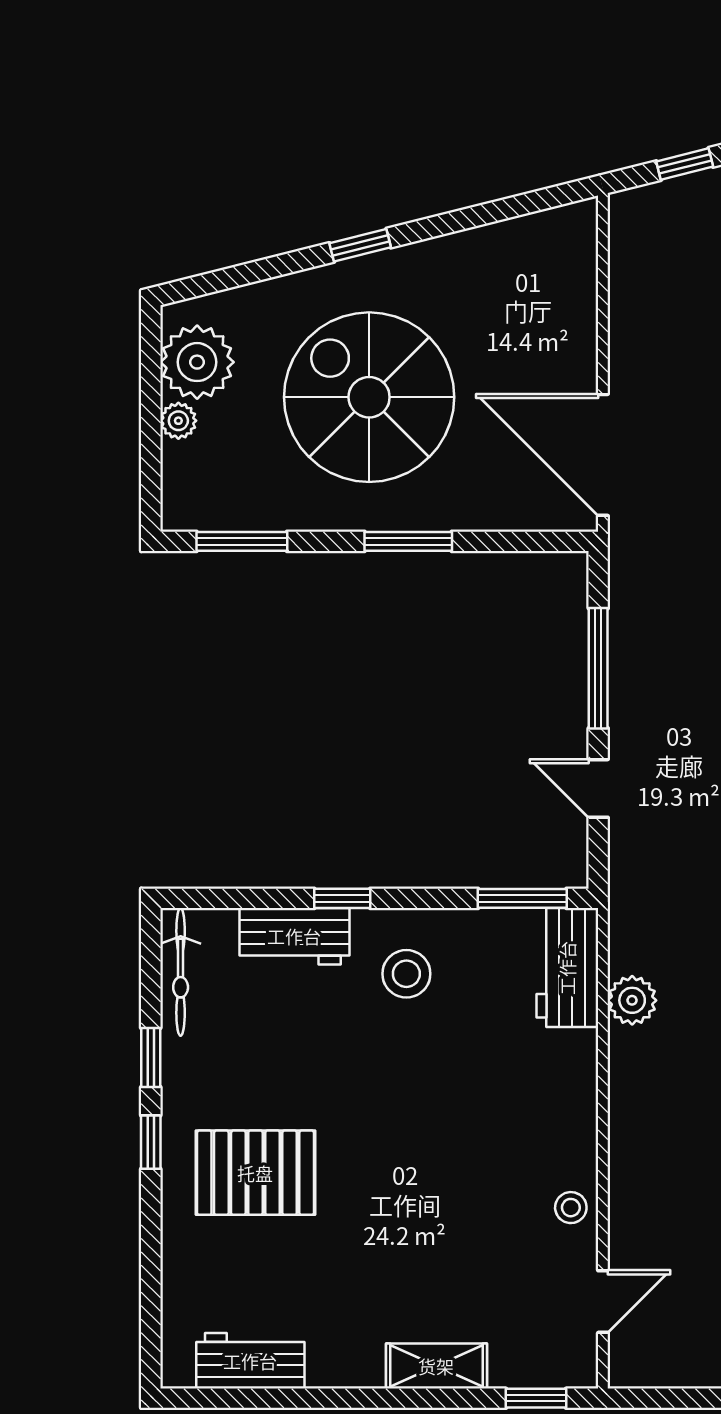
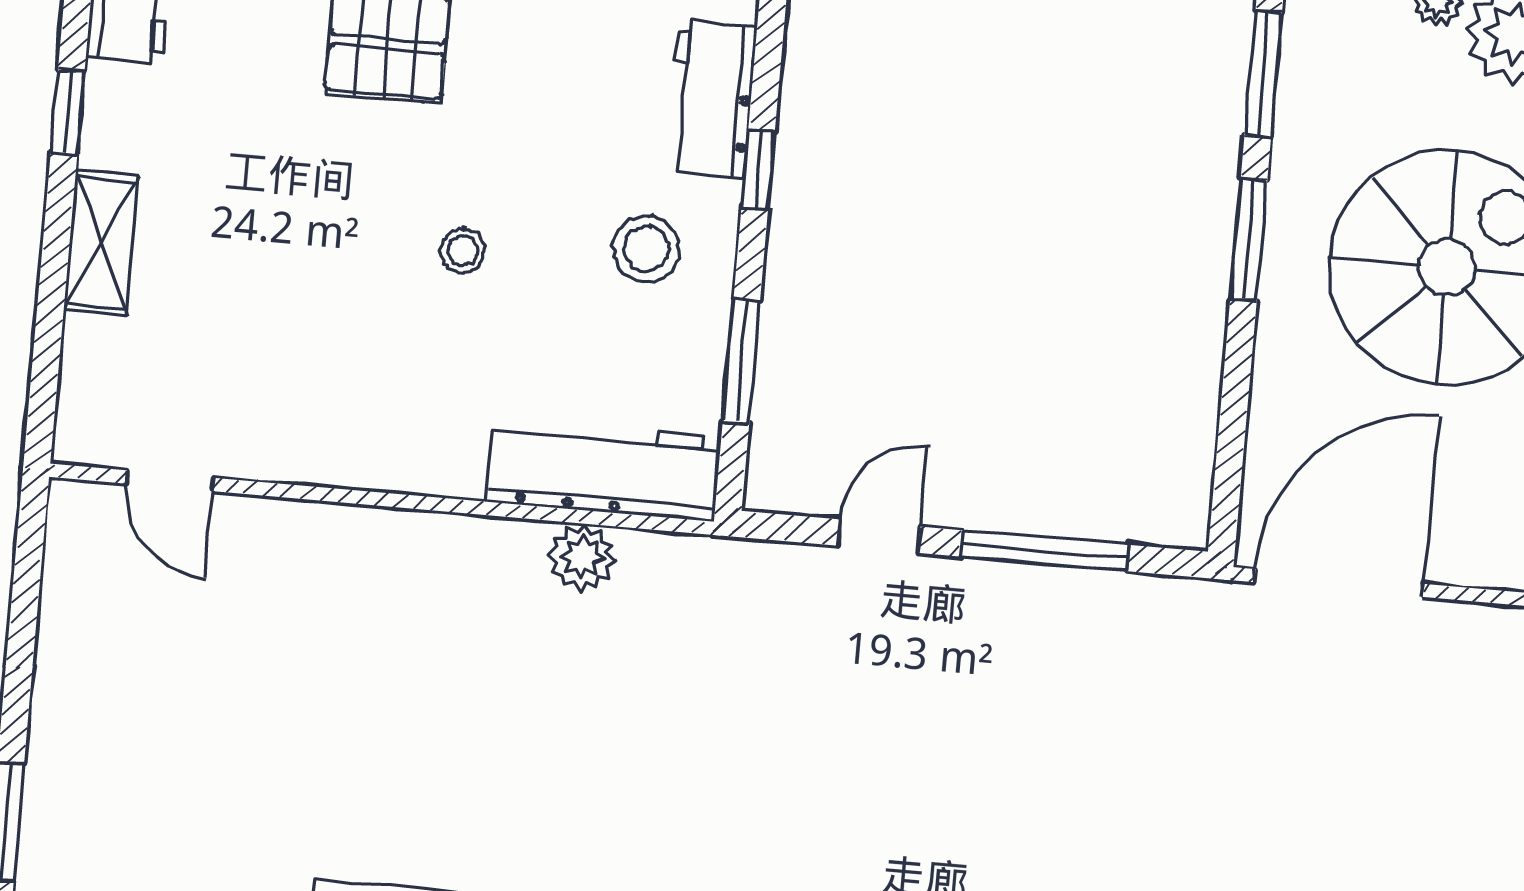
window: (408, 541) -> (1249, 239), moved
window: (522, 898) -> (741, 361), moved
workbench: (567, 968) -> (604, 469), width x1.38
stool: (571, 1208) -> (463, 251), moved
window: (536, 1398) -> (68, 112), moved

